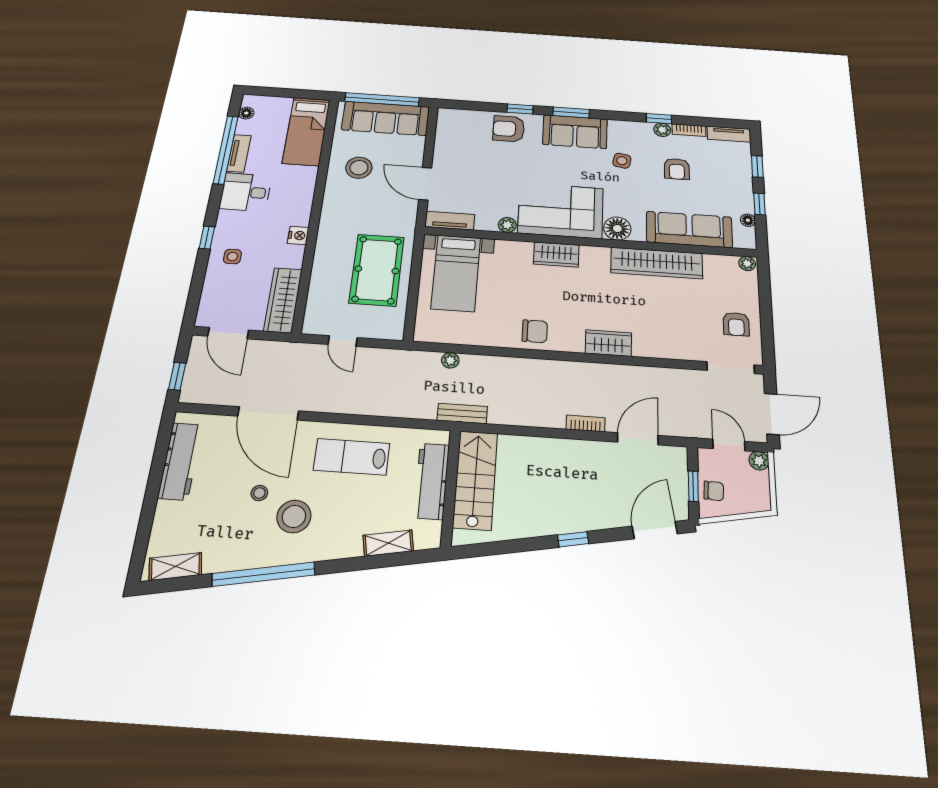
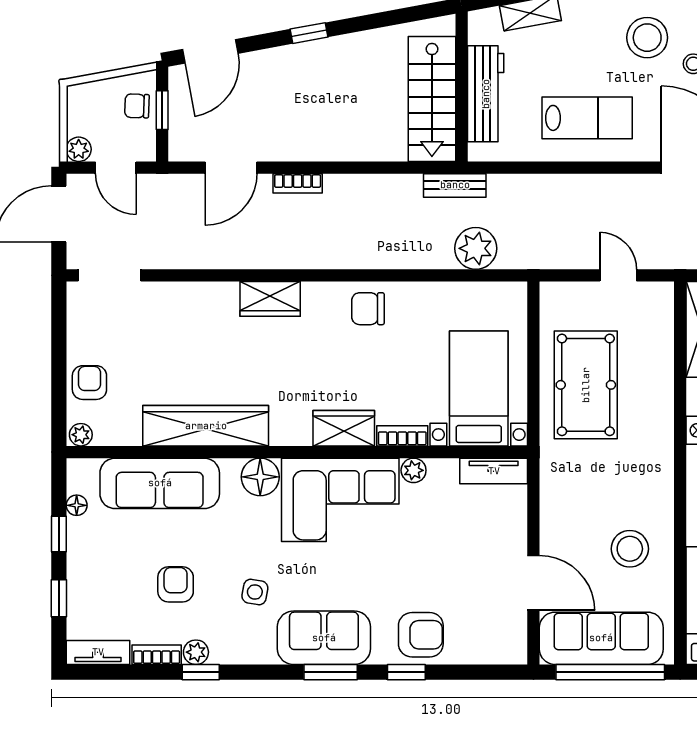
door: (425, 184) -> (533, 583), moved
bookcase: (514, 247) -> (402, 436), added
armchair: (736, 324) -> (89, 383), moved
plant: (450, 360) -> (476, 248), width x1.88, depth x1.88

